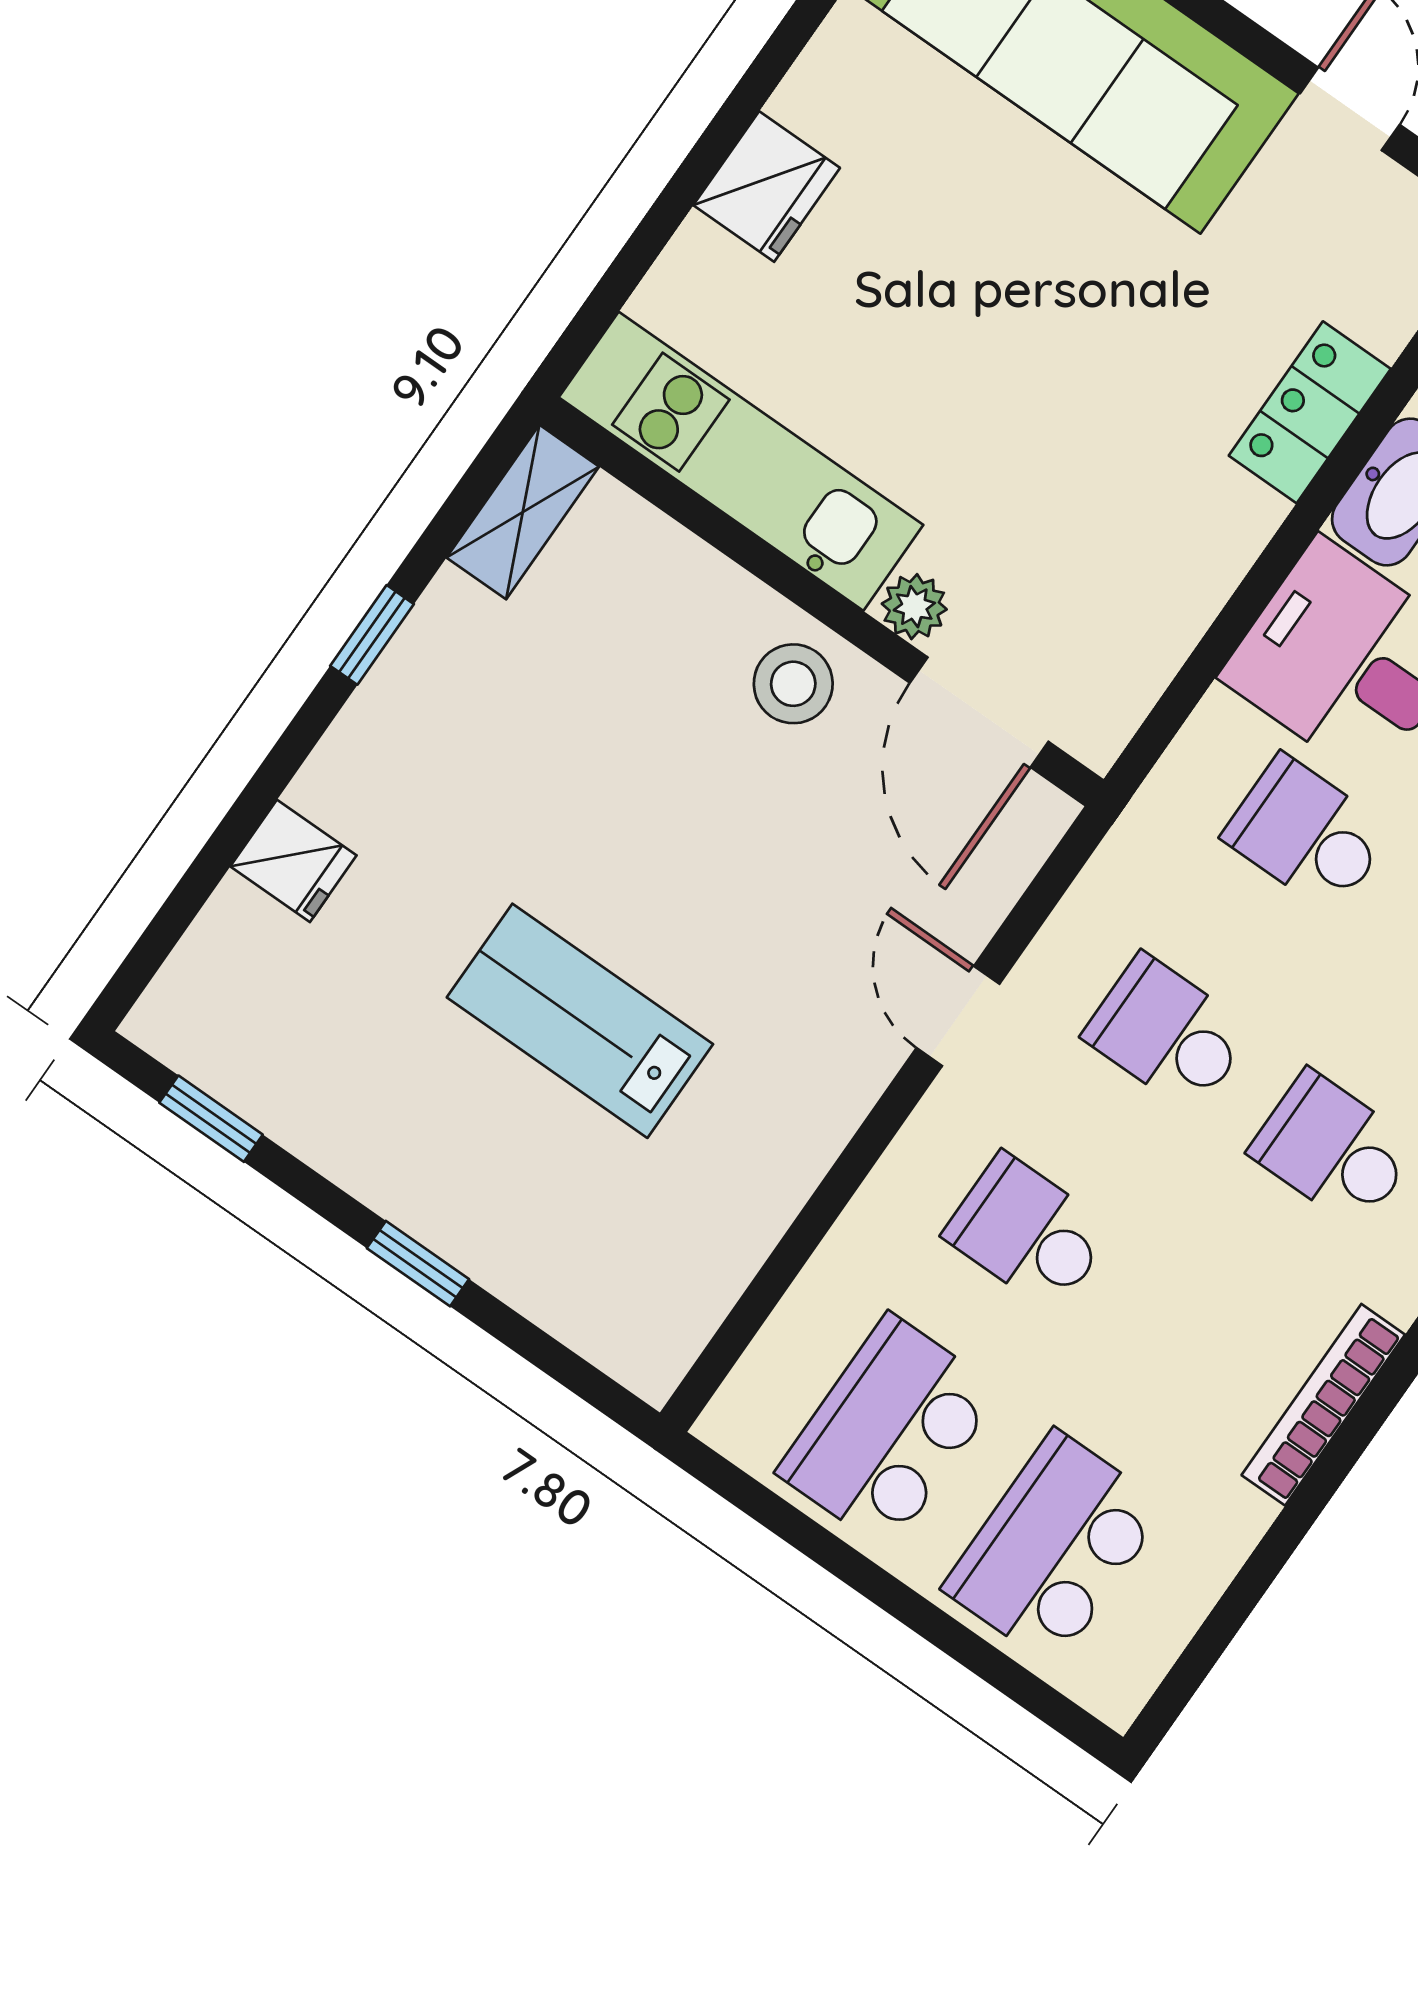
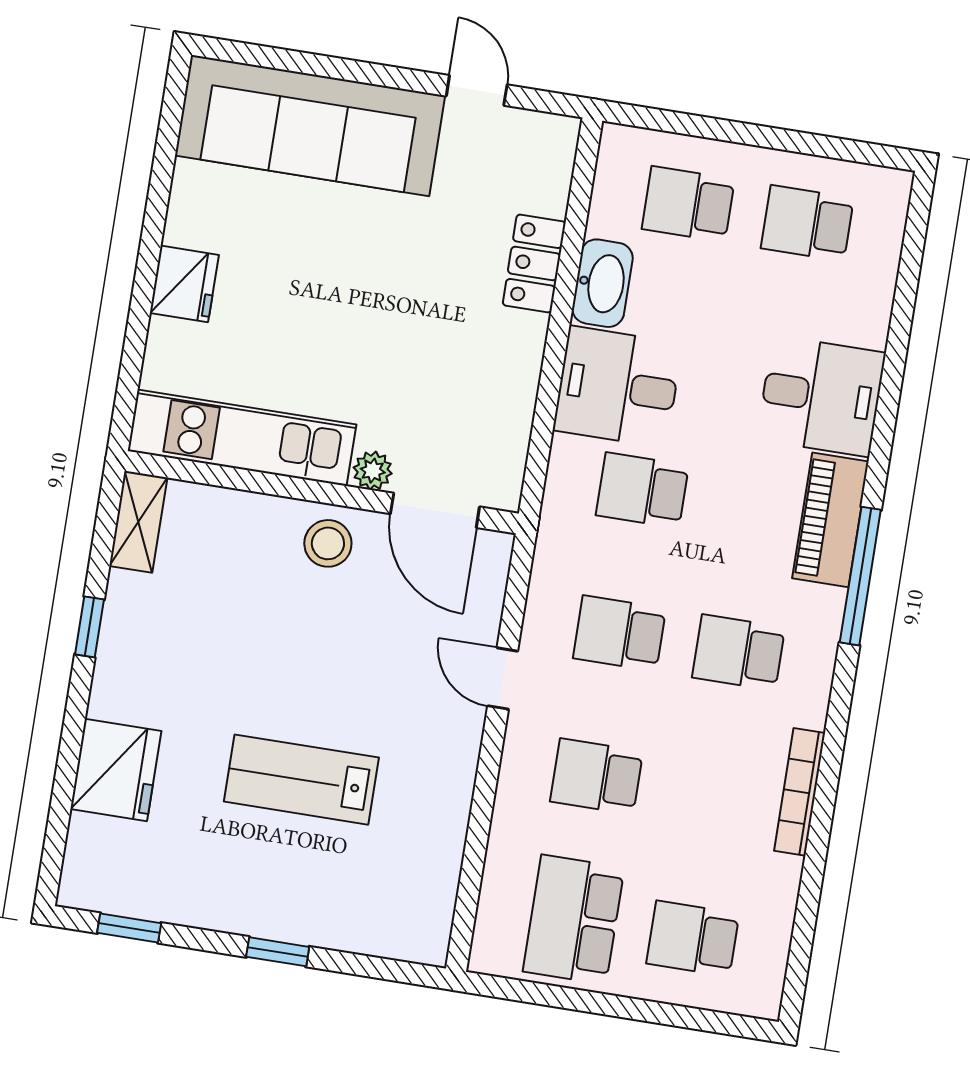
fridge: (293, 861) -> (116, 770), width x1.88, depth x1.34
school desk: (1054, 1548) -> (693, 939), width x0.54

